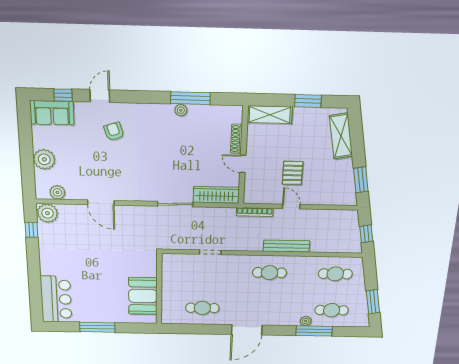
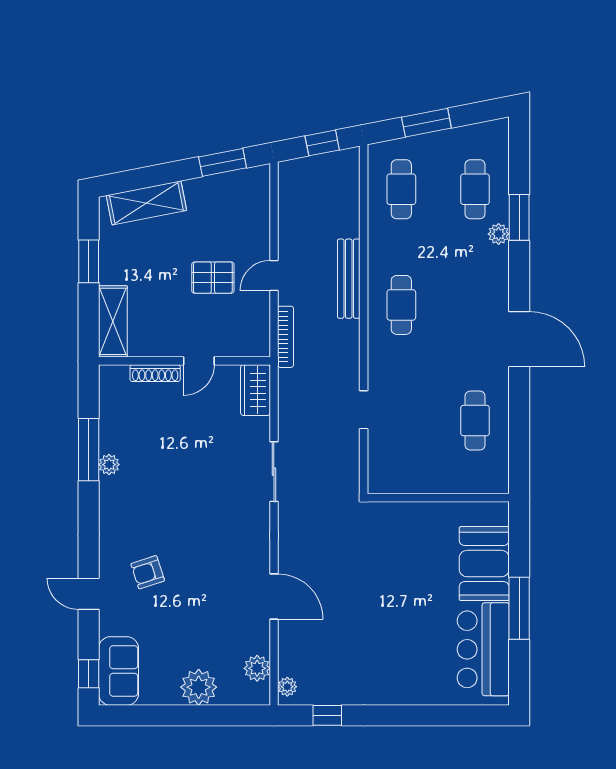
window: (63, 95) -> (89, 674), moved
wardrobe: (216, 195) -> (255, 390), width x0.67
door: (101, 203) -> (274, 596), hinge flipped
plant: (47, 213) -> (287, 687), width x0.53, depth x0.53
booth: (143, 296) -> (484, 564), moved, turned 90
bar counter: (56, 299) -> (483, 649), moved, turned -90
window: (373, 302) -> (426, 123), moved
window: (314, 331) -> (519, 217), width x0.69

